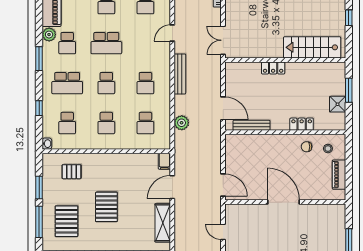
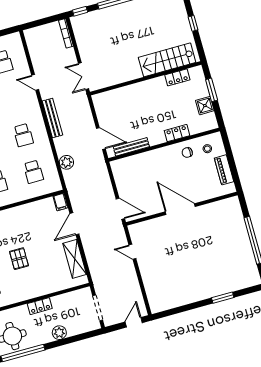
door: (172, 33) -> (35, 82), hinge flipped
locker: (273, 68) -> (177, 77), moved
pallet: (106, 207) -> (19, 259), width x0.67, depth x0.71

